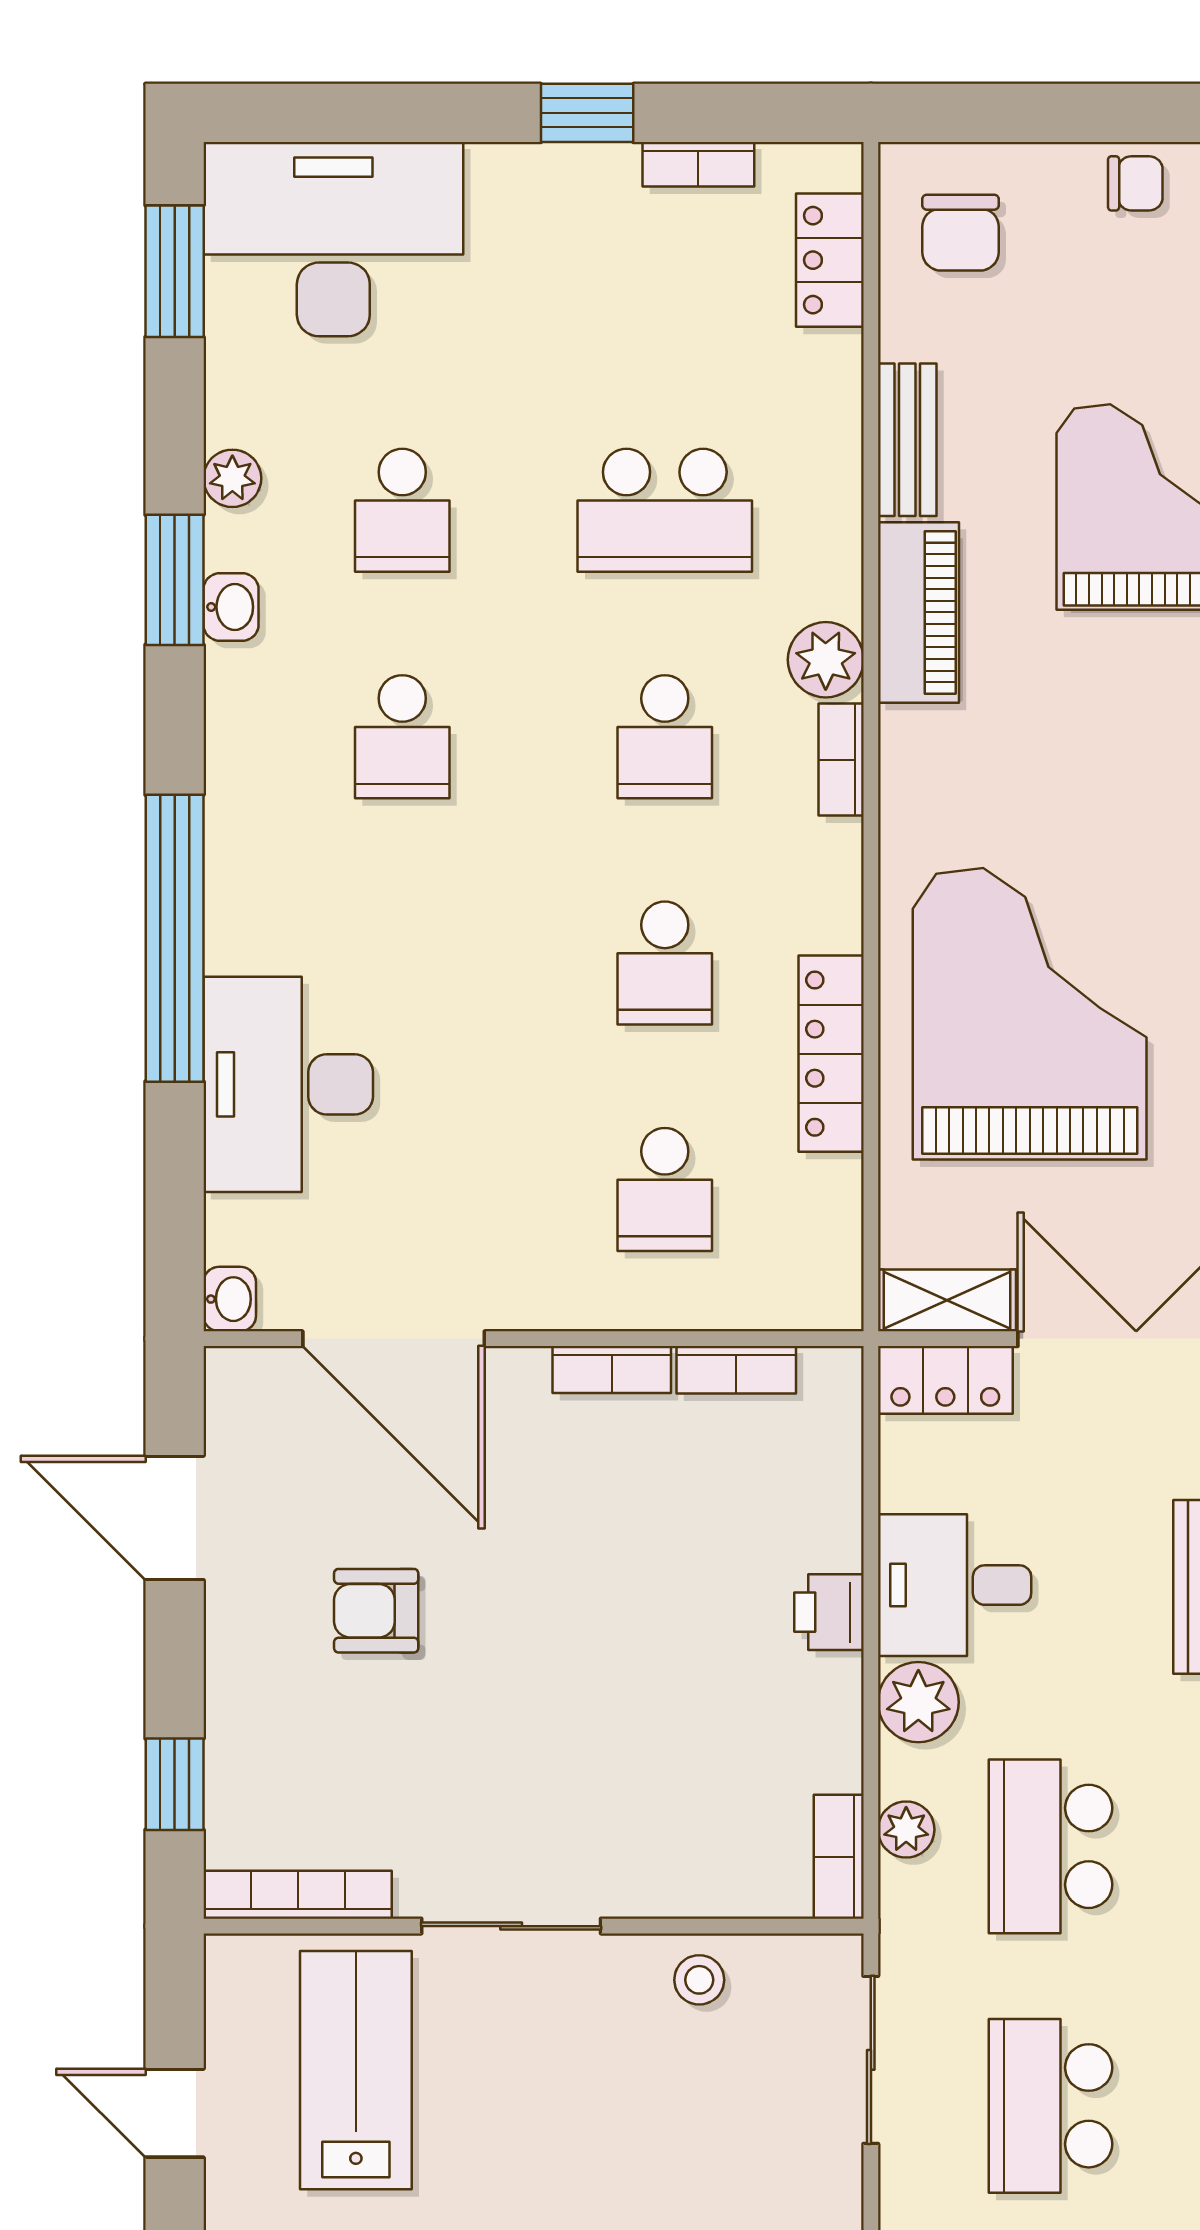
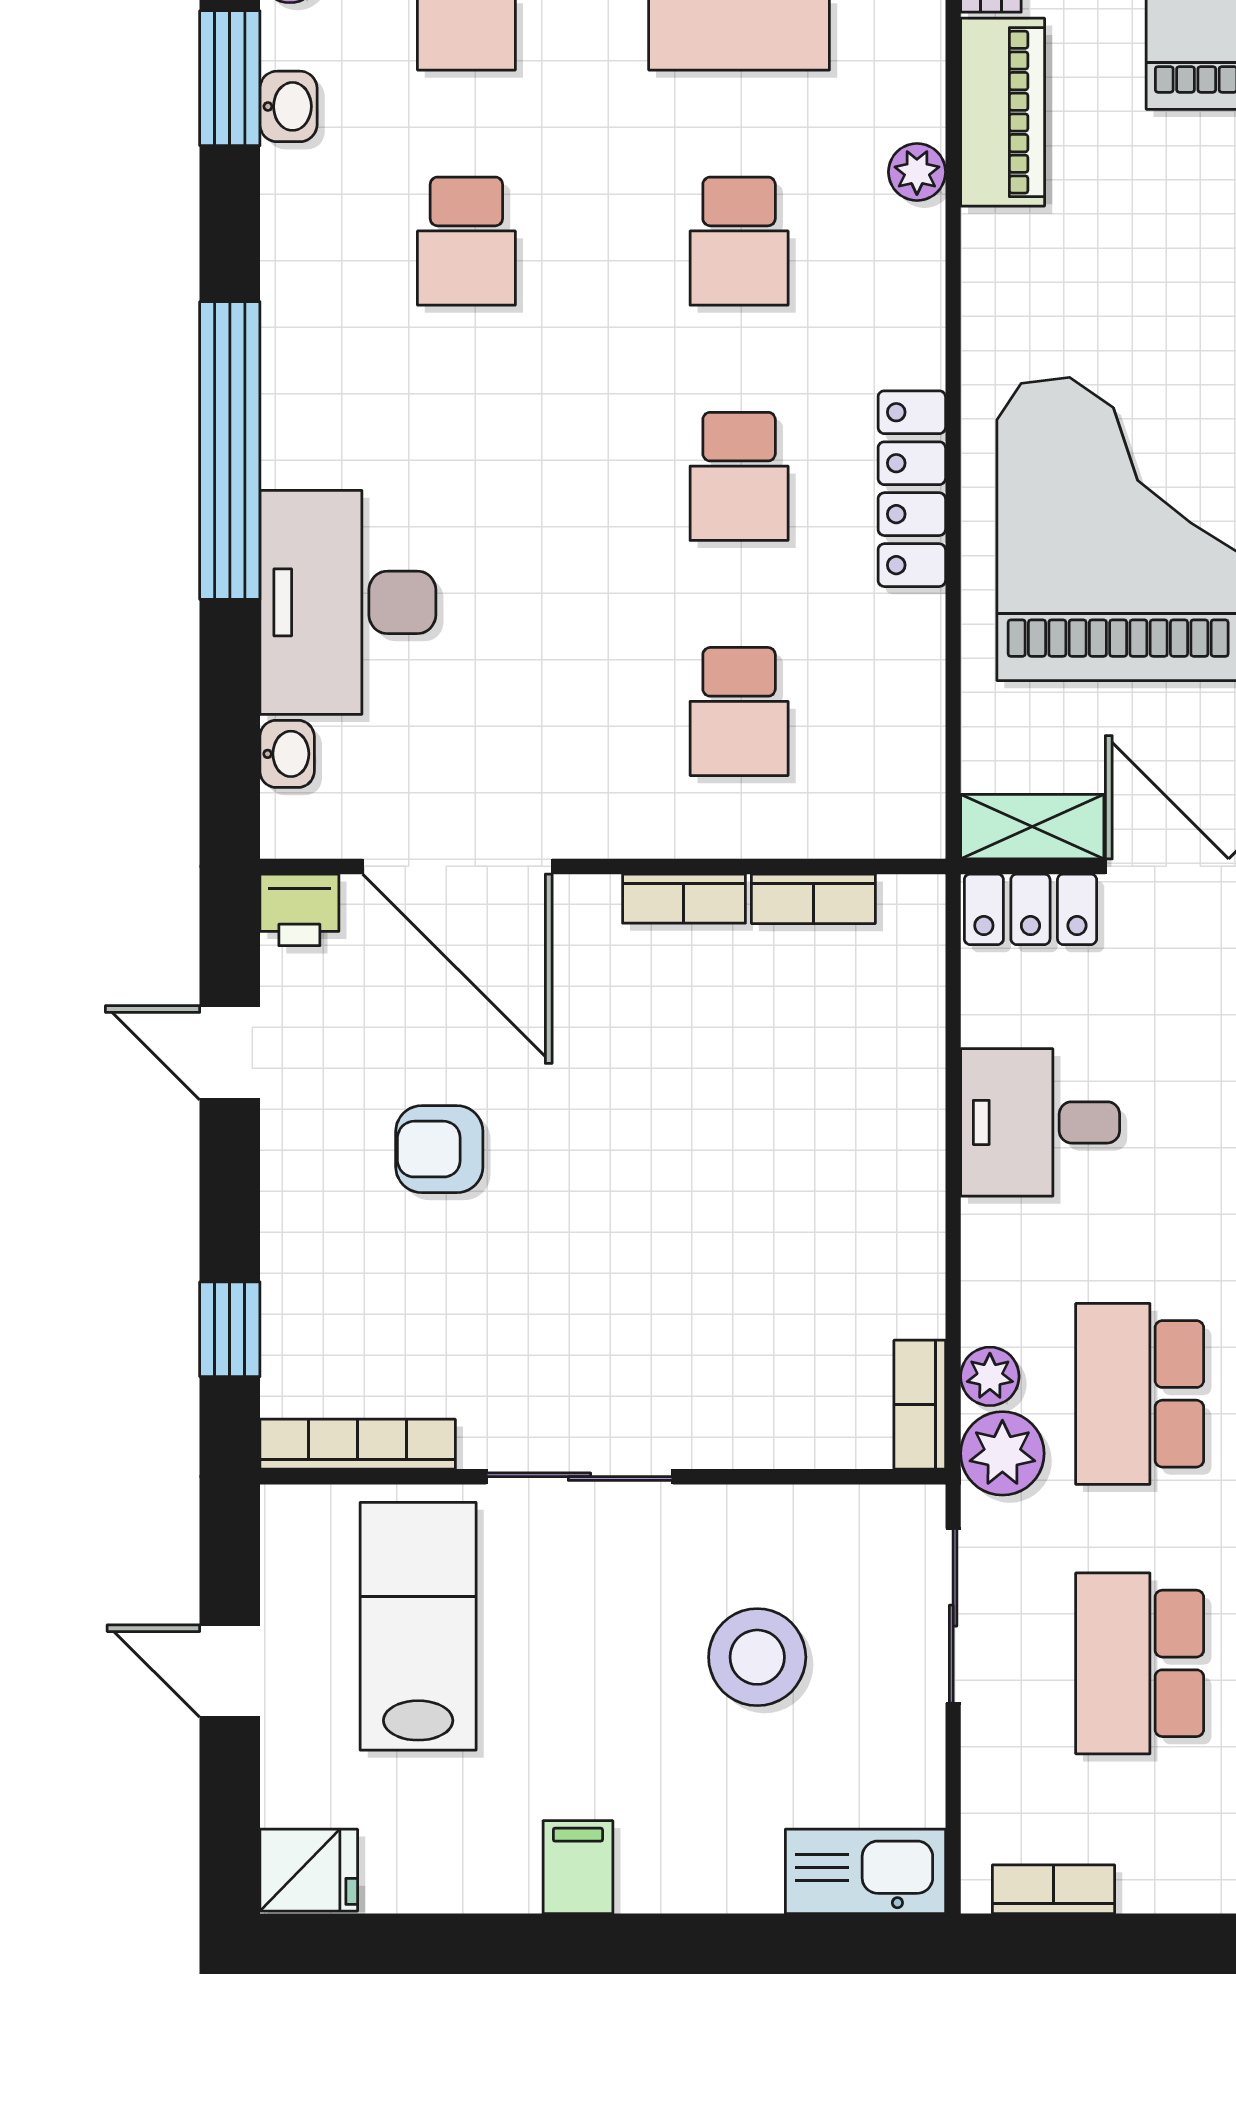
plant: (826, 660) -> (917, 172), width x0.73, depth x0.73
bookcase: (841, 760) -> (922, 265), removed
locker: (831, 1054) -> (912, 489), moved
washbasin: (230, 1299) -> (287, 754), moved
door: (175, 1518) -> (230, 1053), width x0.73
printer: (829, 1612) -> (299, 910), moved, turned -90
plant: (918, 1702) -> (1002, 1453), moved
stool: (699, 1980) -> (757, 1657), moved, width x1.89, depth x1.89

